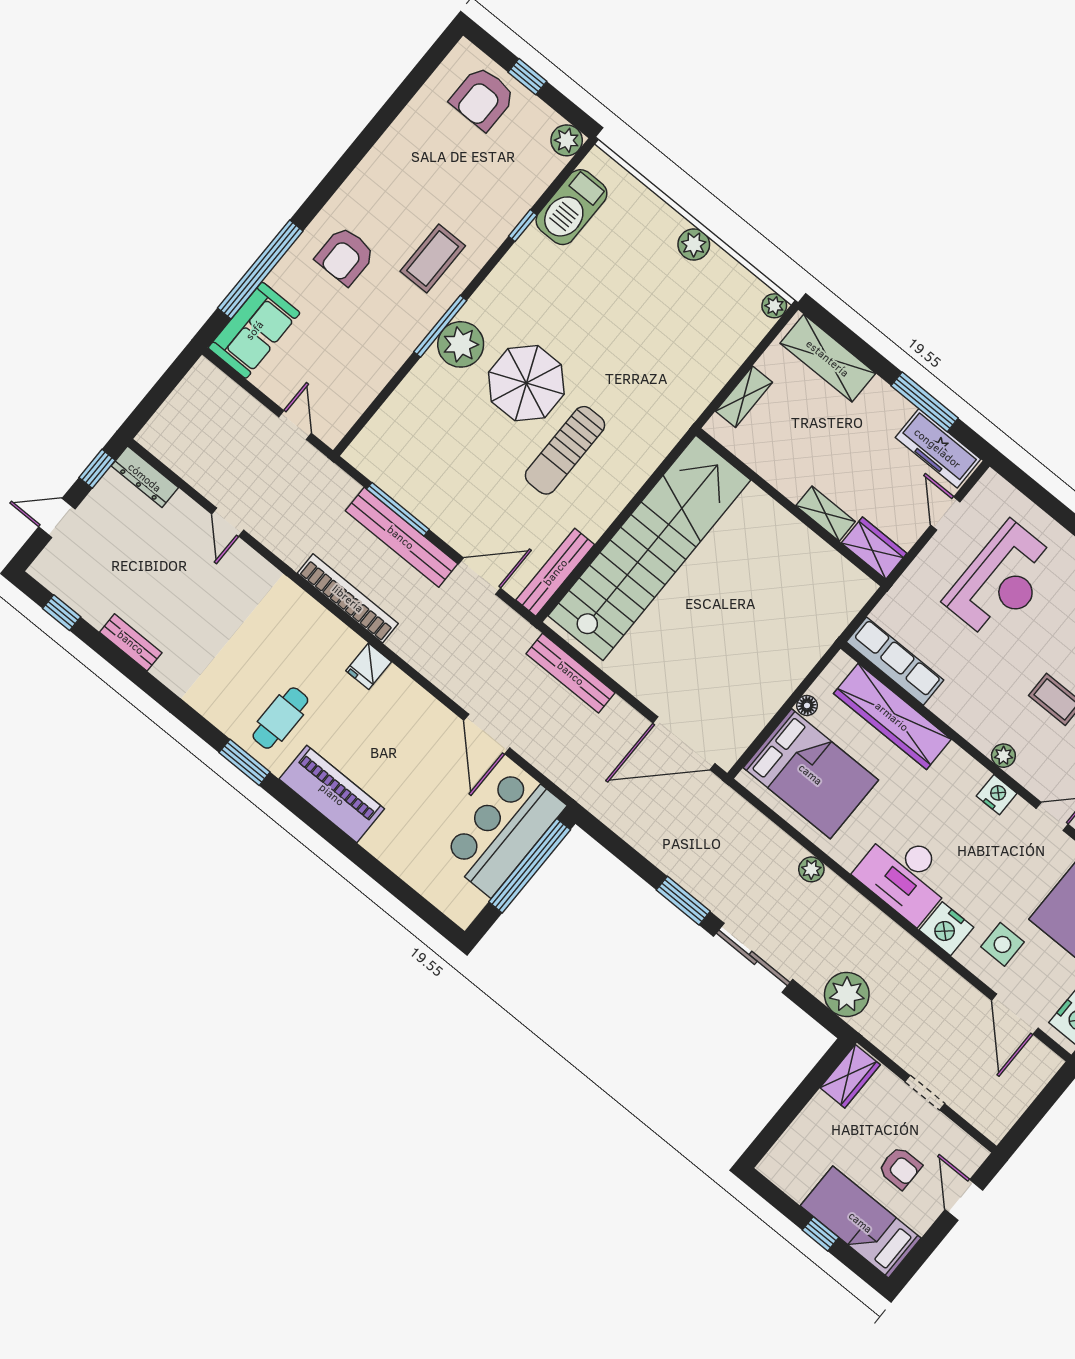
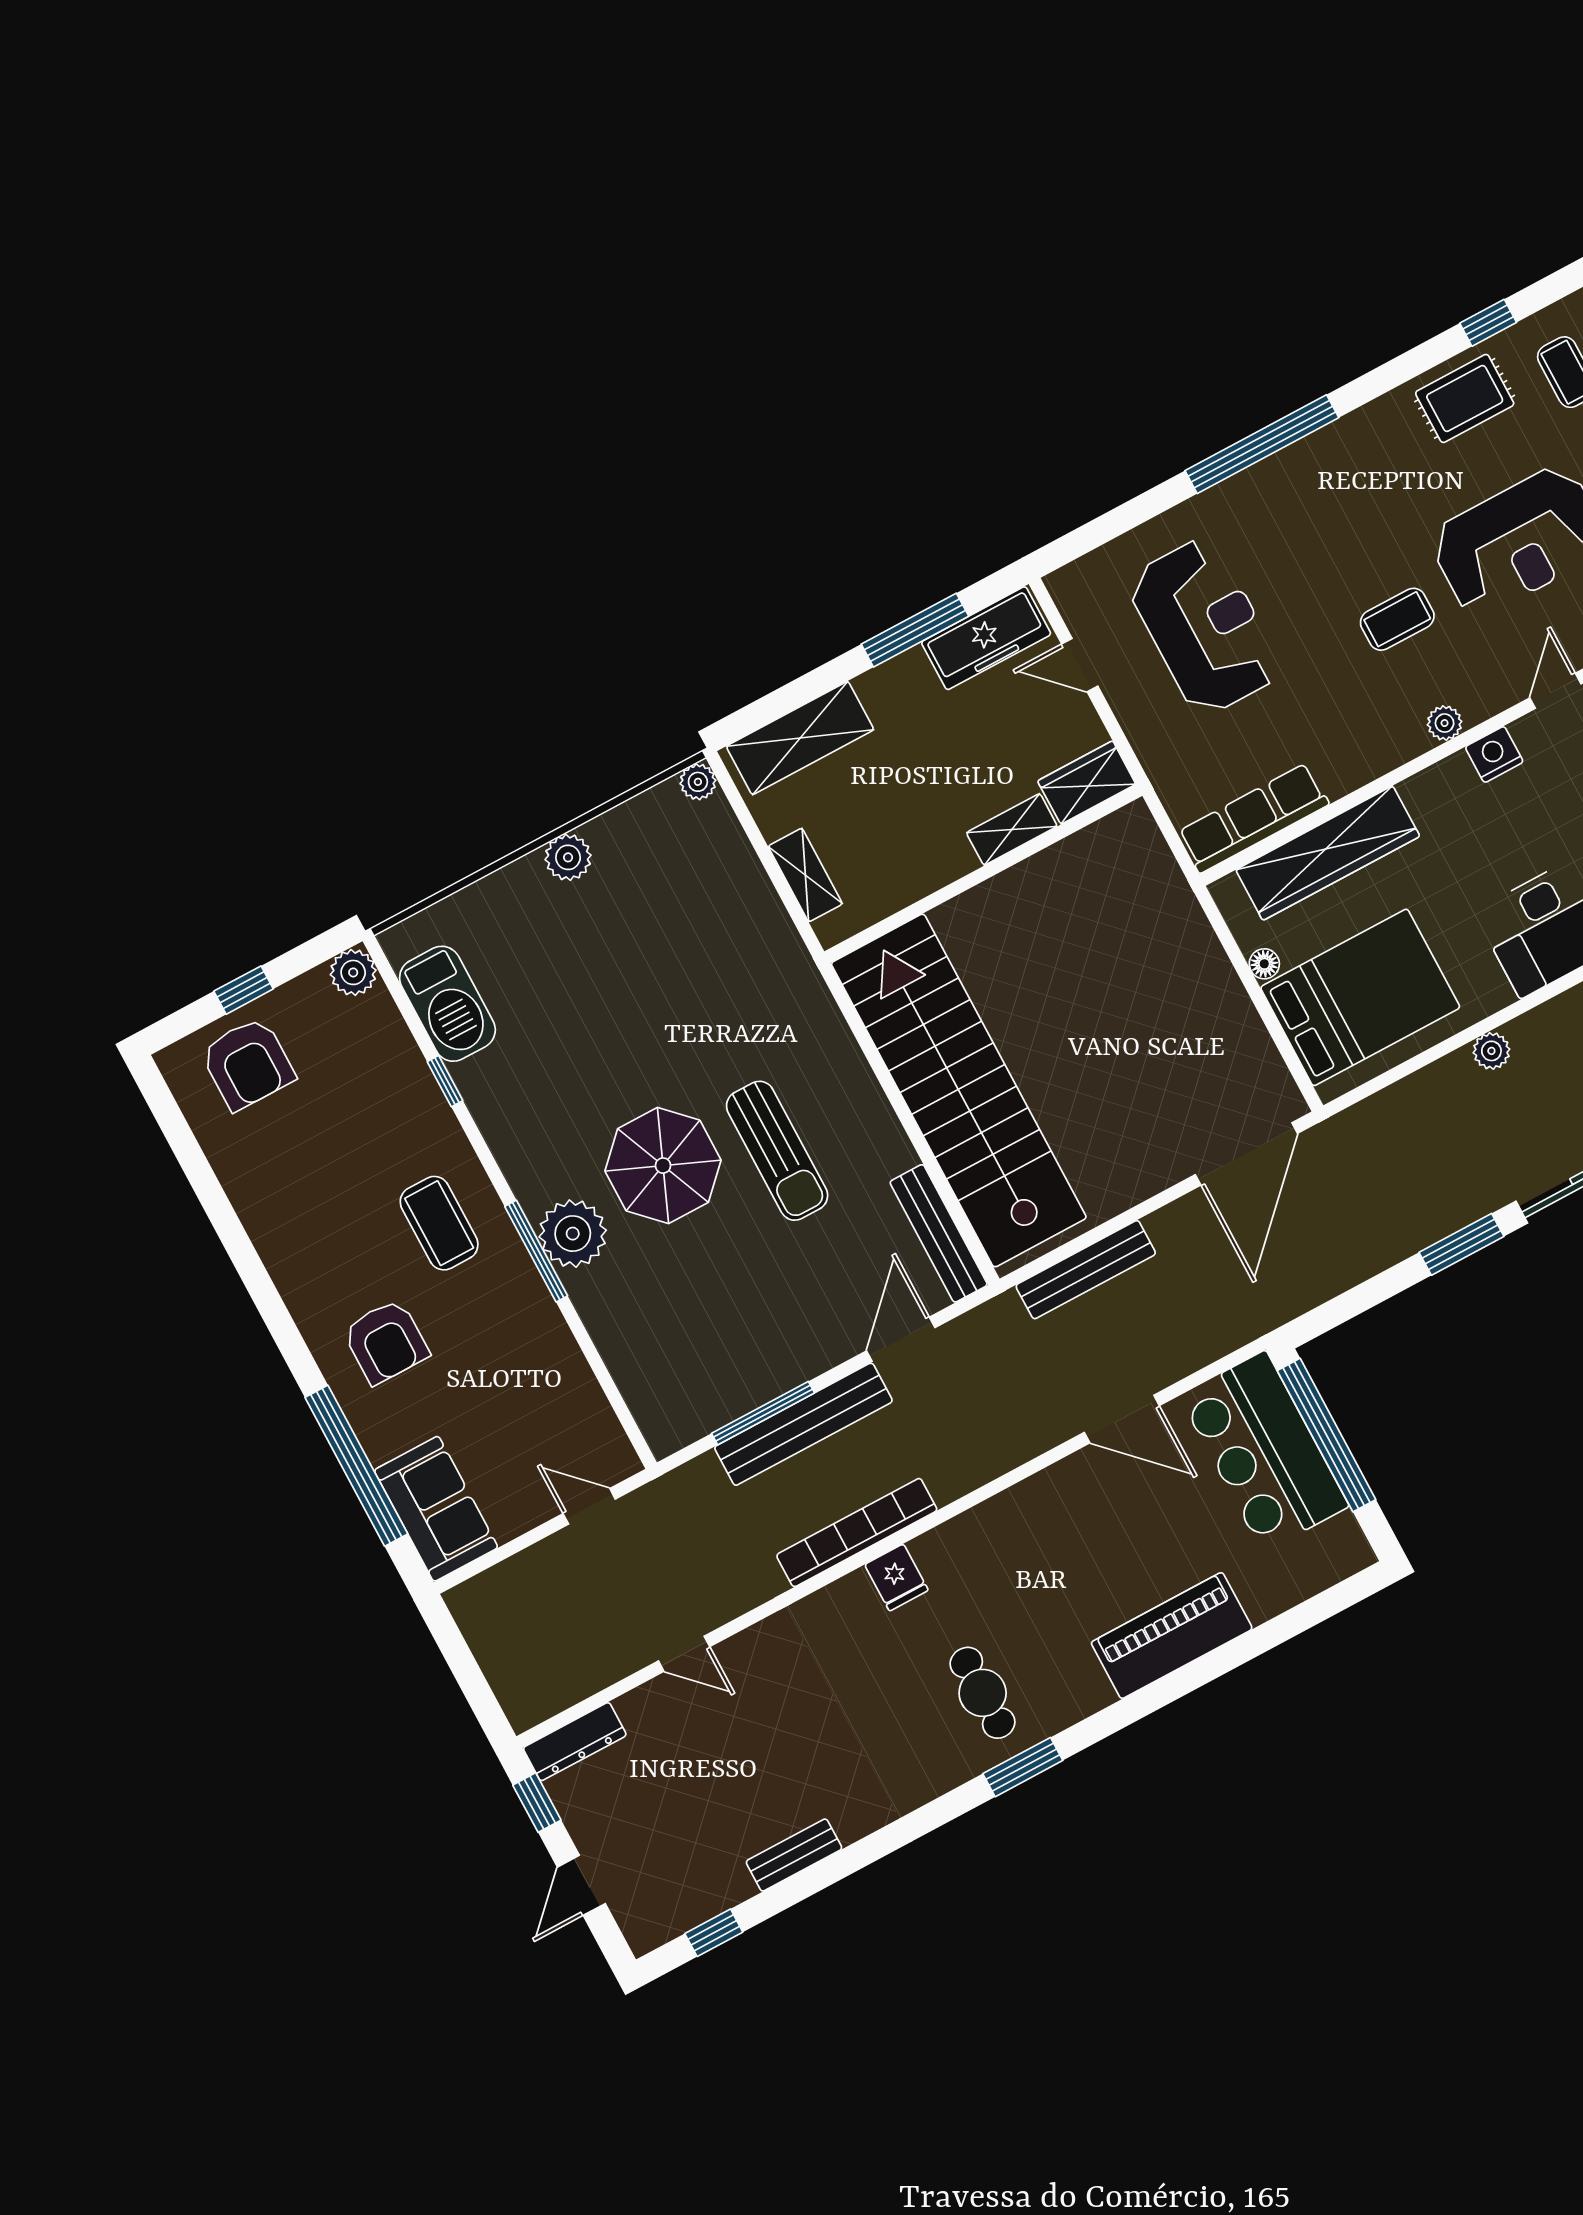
fridge: (369, 666) -> (896, 1577), moved
piano: (332, 794) -> (1172, 1636), moved

